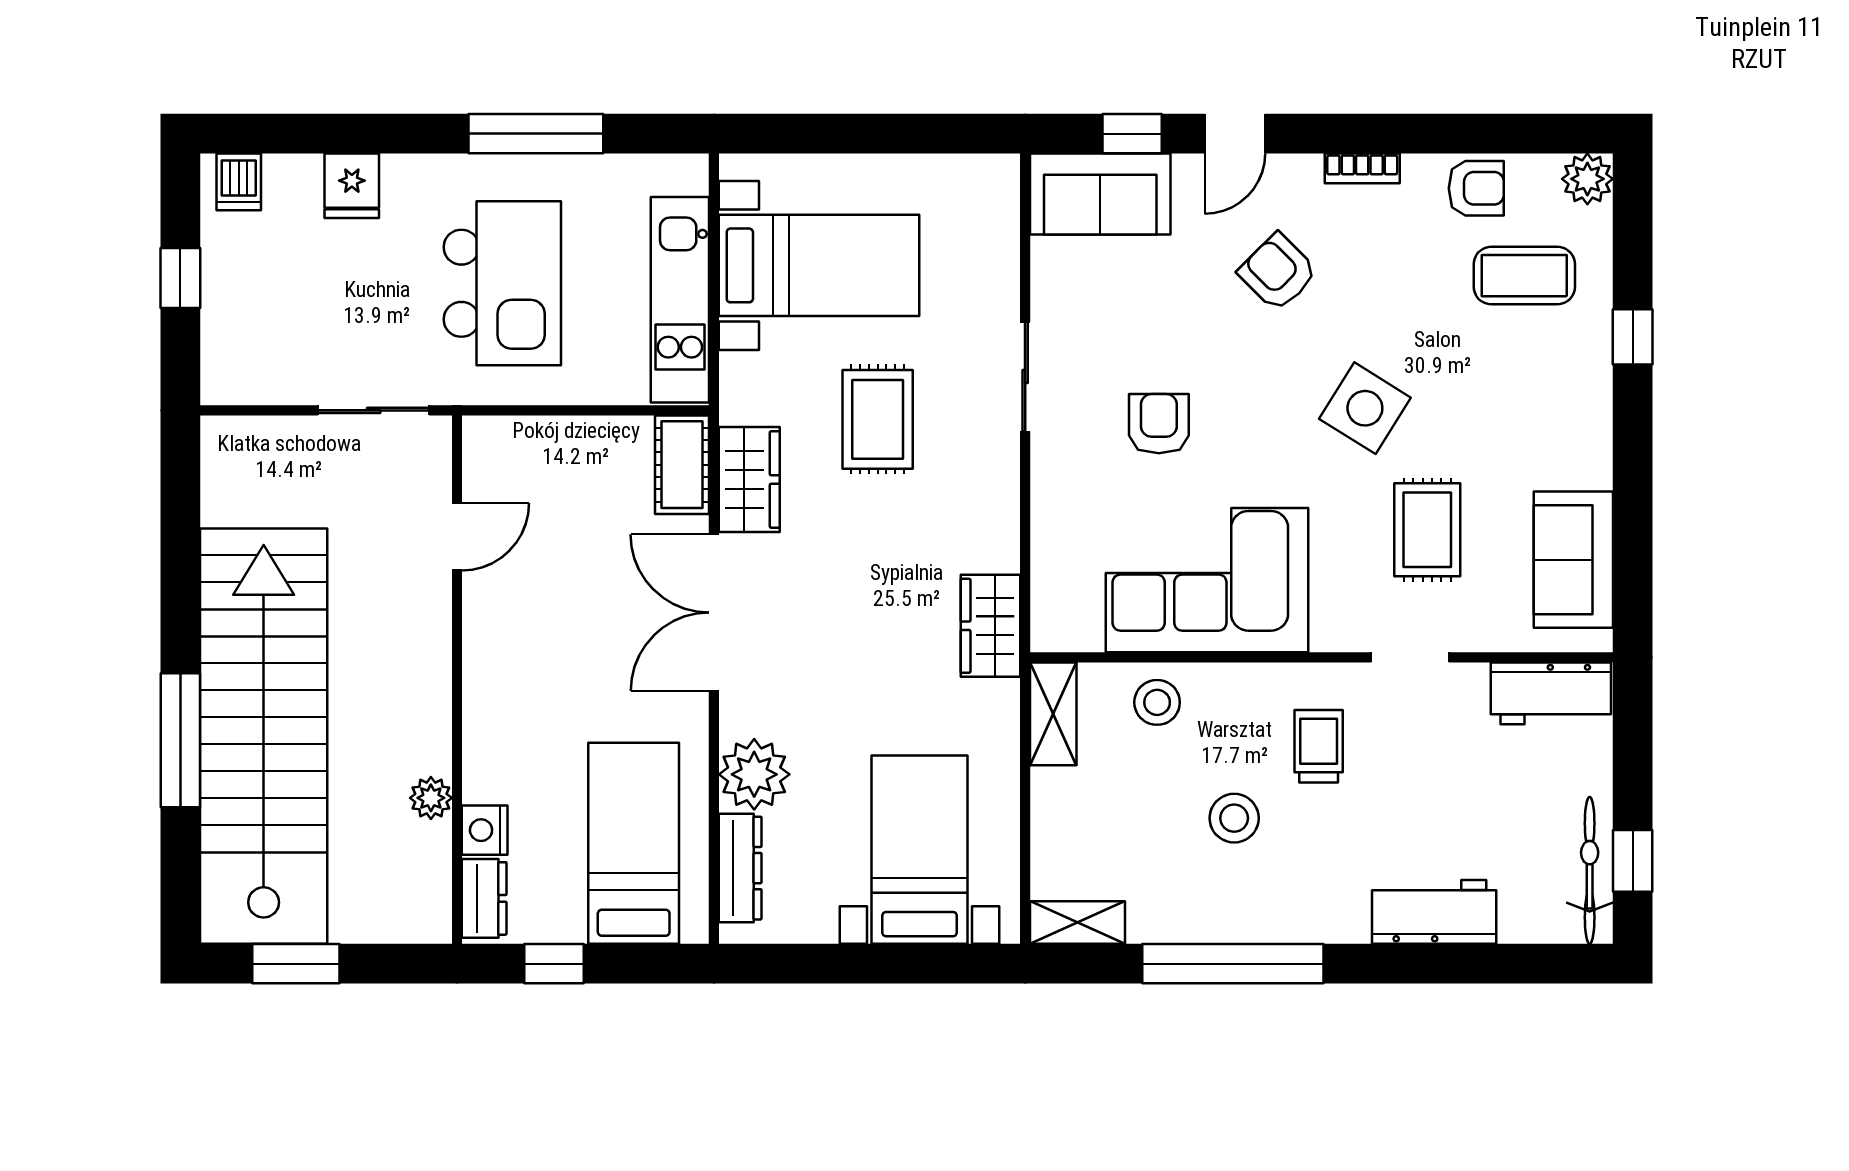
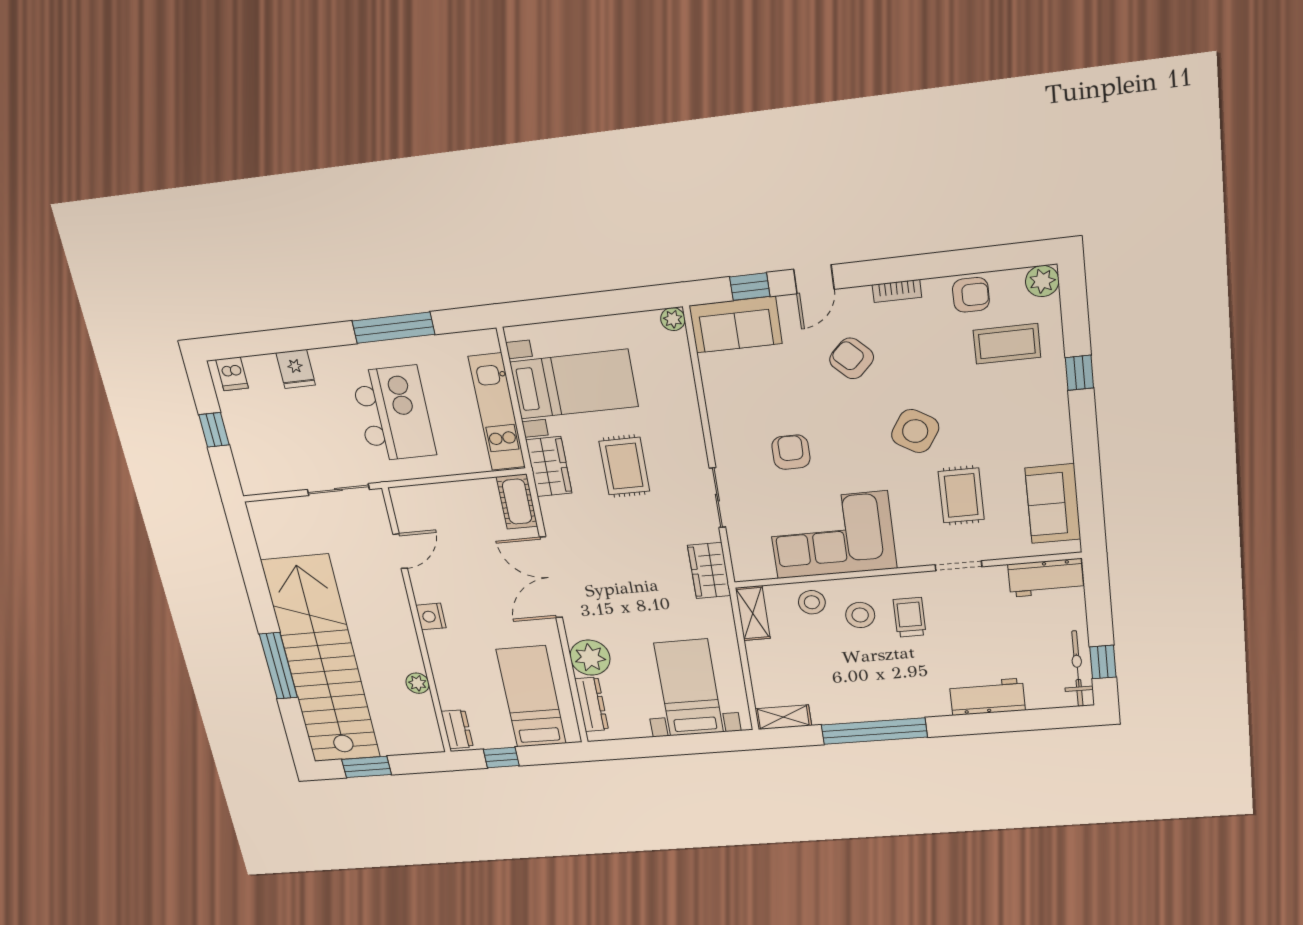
plant: (1000, 173) -> (673, 319), added
sliding door: (1025, 377) -> (717, 498), moved
wardrobe: (749, 480) -> (549, 467), moved
stool: (1234, 818) -> (860, 615), moved
nightstand: (485, 830) -> (431, 616), moved

